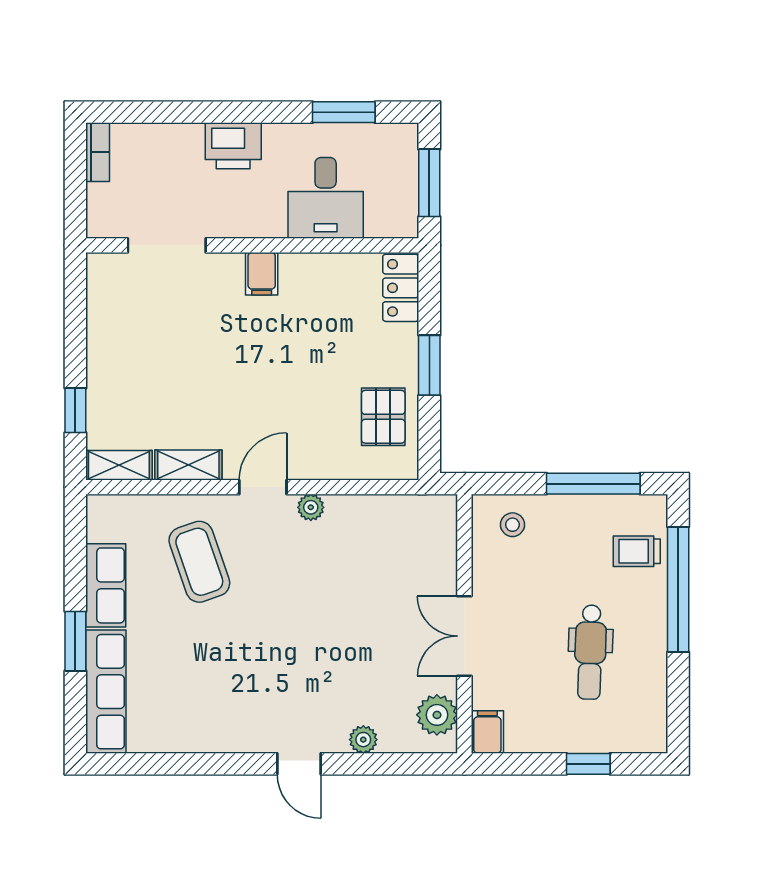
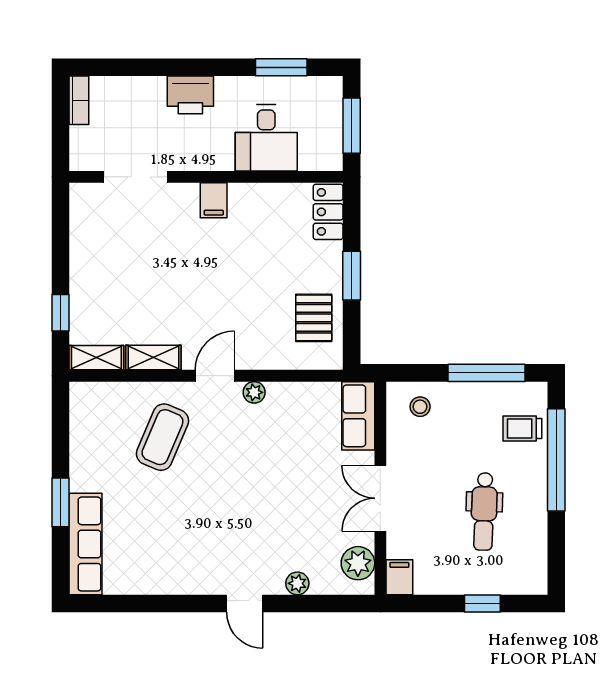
coffee table: (199, 562) -> (162, 437), turned 42
row of seats: (106, 585) -> (358, 416), moved, turned 180

